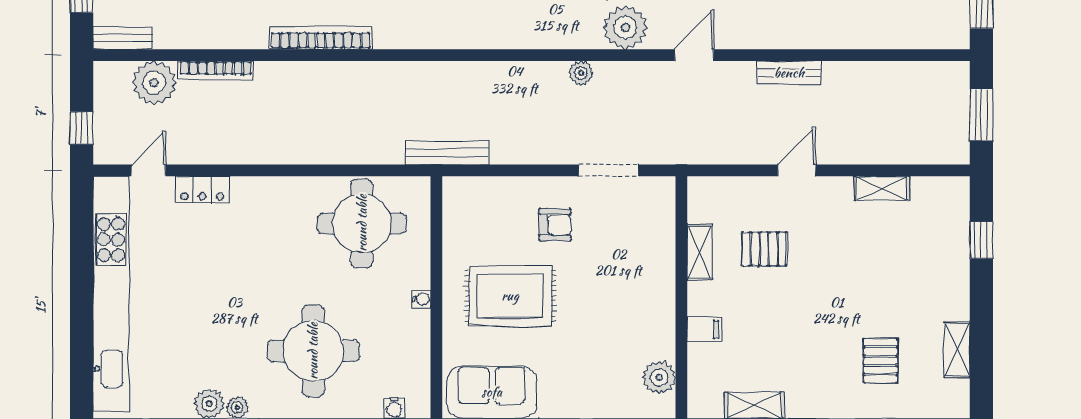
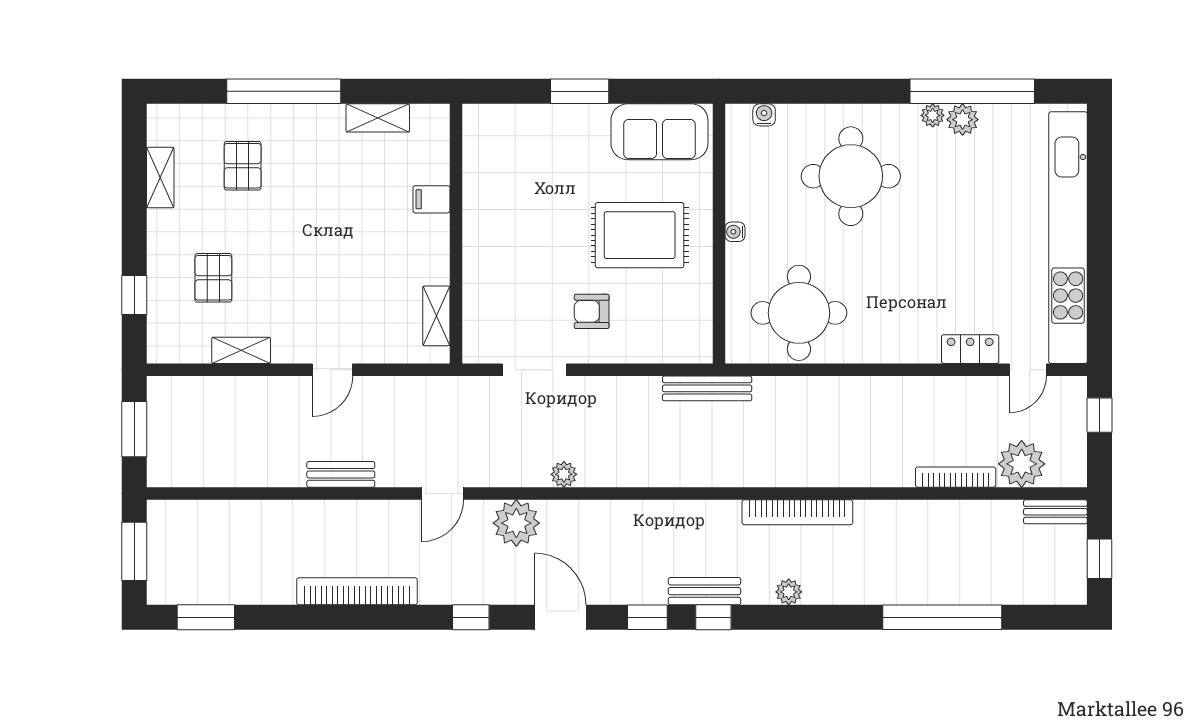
bookcase: (321, 38) -> (797, 512), moved
pallet: (764, 249) -> (213, 278), moved, turned 90
shelving: (700, 252) -> (436, 316), moved
plant: (659, 377) -> (480, 148), removed

